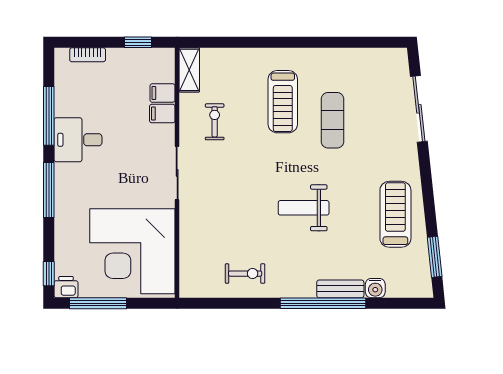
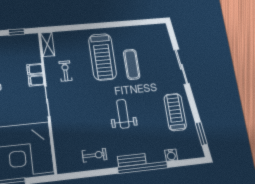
filing cabinet: (162, 93) -> (36, 80), moved
treadmill: (283, 102) -> (102, 57), width x1.37, depth x1.38
sliding door: (419, 109) -> (181, 67), moved
weight bench: (304, 208) -> (123, 114), turned 90
bench: (340, 289) -> (132, 160), moved

